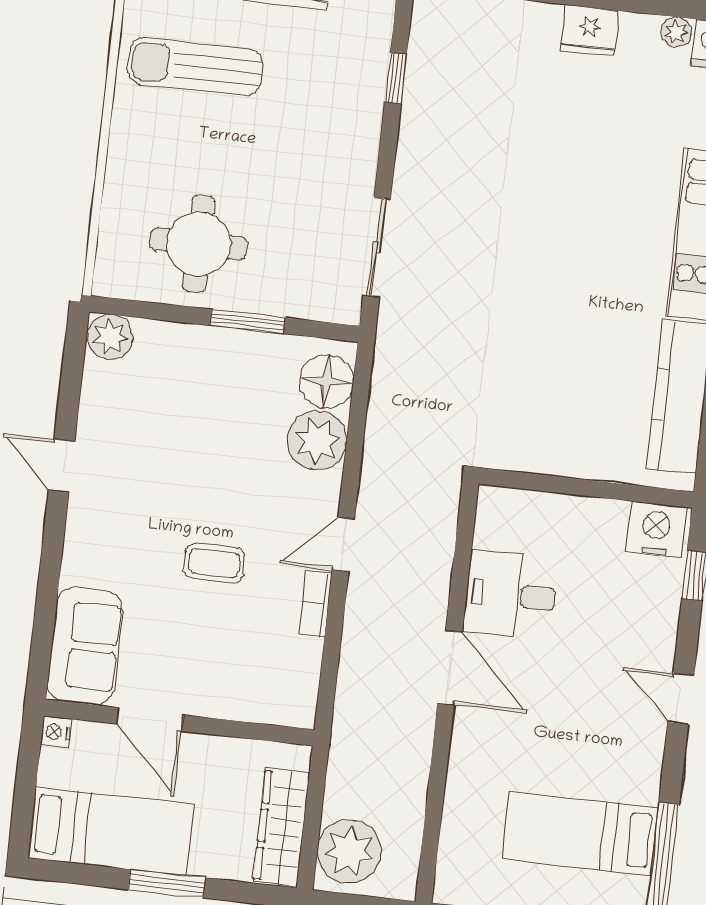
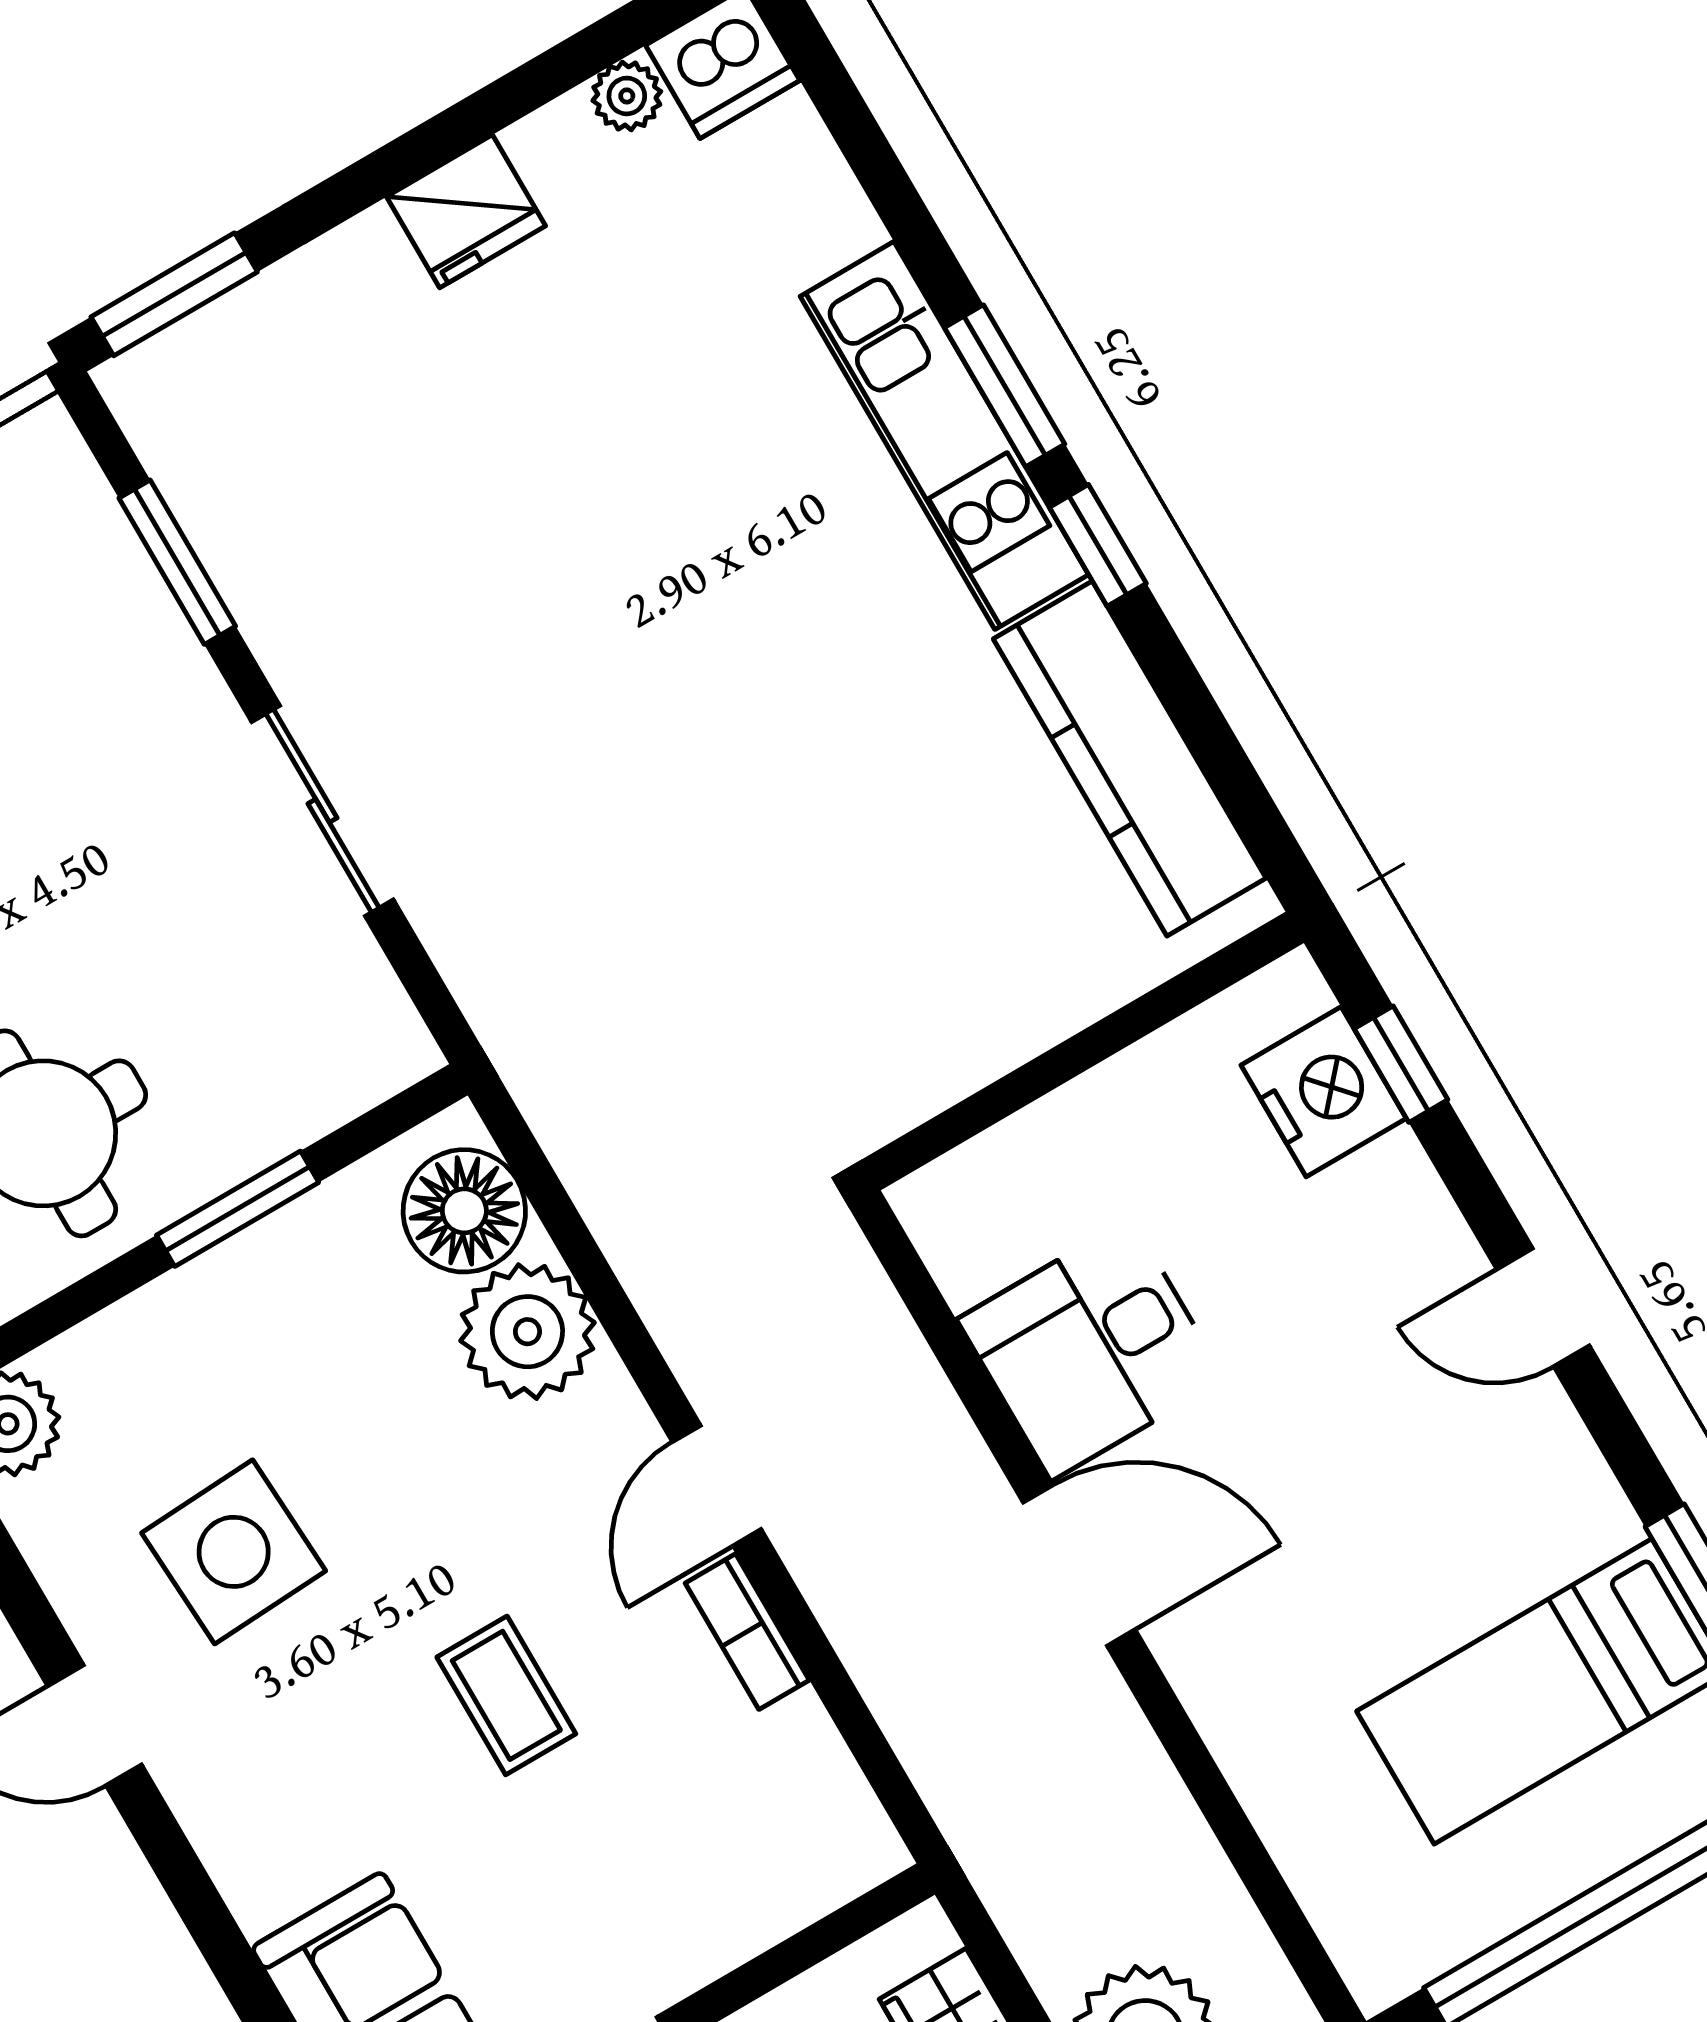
window: (396, 78) -> (177, 562), width x1.50
sliding door: (377, 247) -> (323, 811), moved
side table: (156, 441) -> (234, 1552), added
nightstand: (656, 529) -> (1324, 1092), moved, turned 90
coffee table: (214, 563) -> (506, 1695), turned 90

